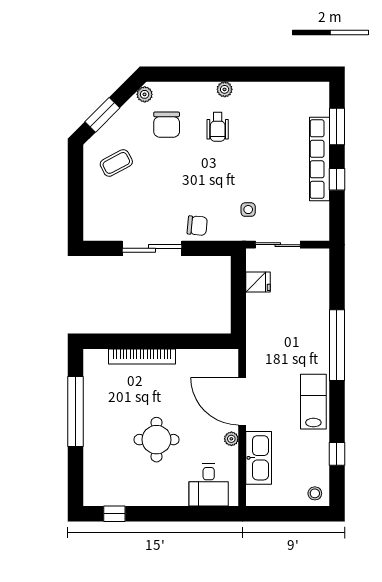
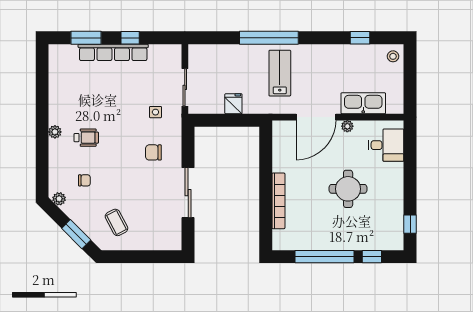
chair: (167, 125) -> (84, 180), width x0.54, depth x0.54
chair: (197, 226) -> (153, 152), moved, turned -95
fridge: (258, 282) -> (233, 104), moved
lab bench: (313, 402) -> (280, 73), moved, turned 90
window: (75, 468) -> (372, 257), added

